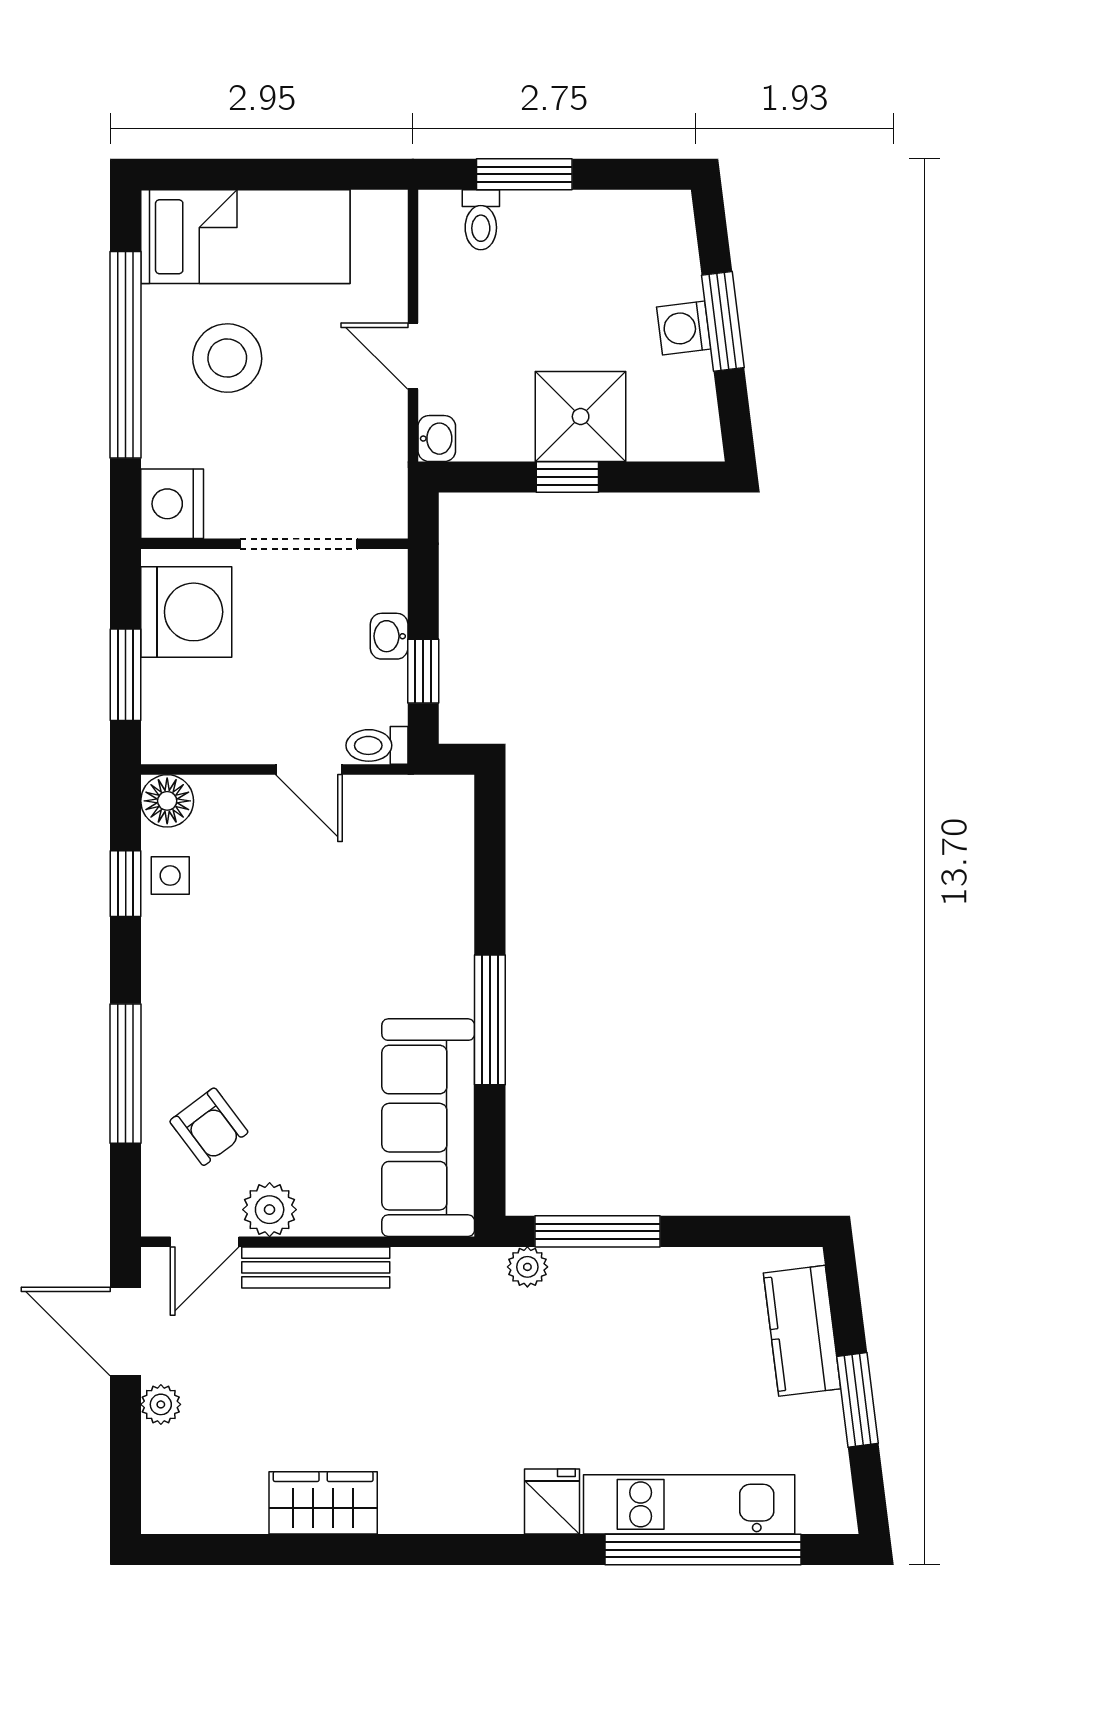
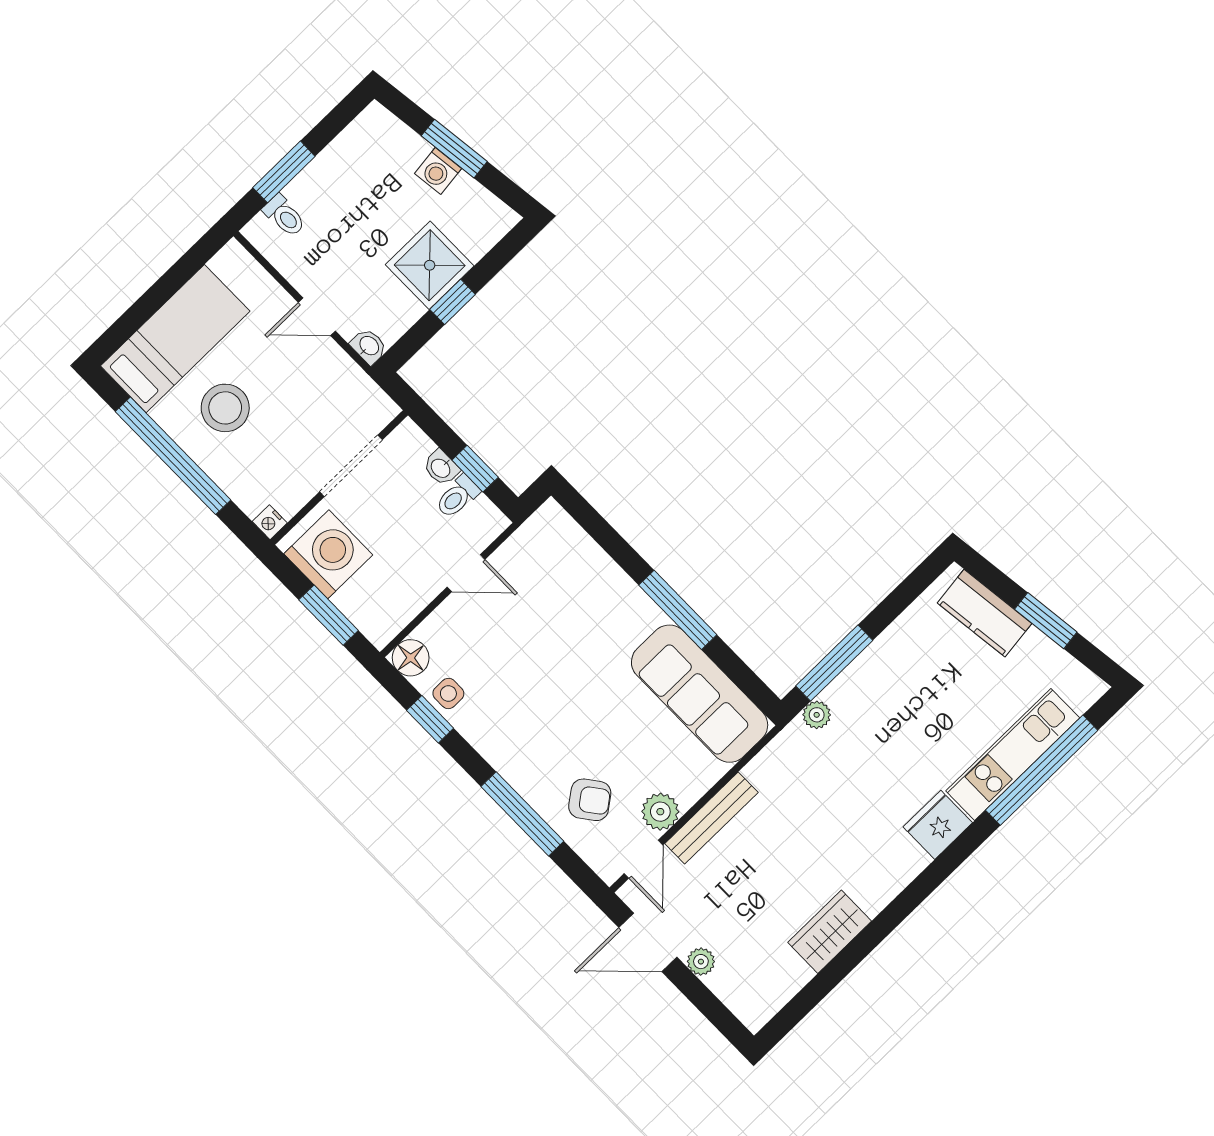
nightstand: (172, 504) -> (270, 522), width x0.53, depth x0.56
toilet: (377, 745) -> (457, 497), moved
fridge: (552, 1501) -> (938, 825), width x1.38

